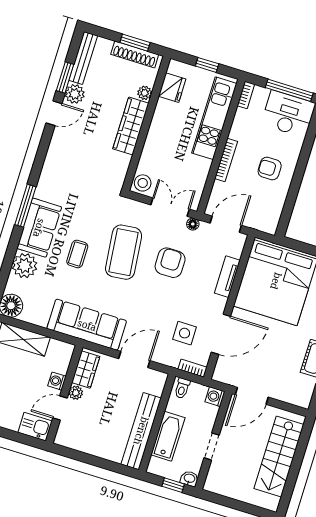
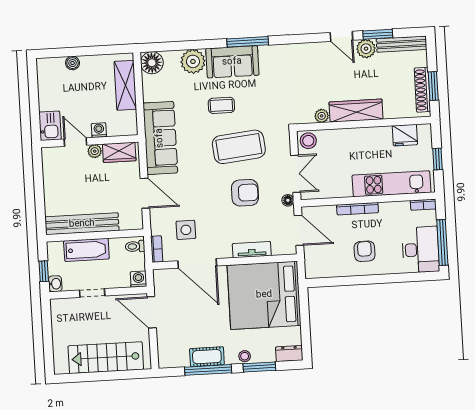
plant: (145, 93) -> (322, 116), moved

